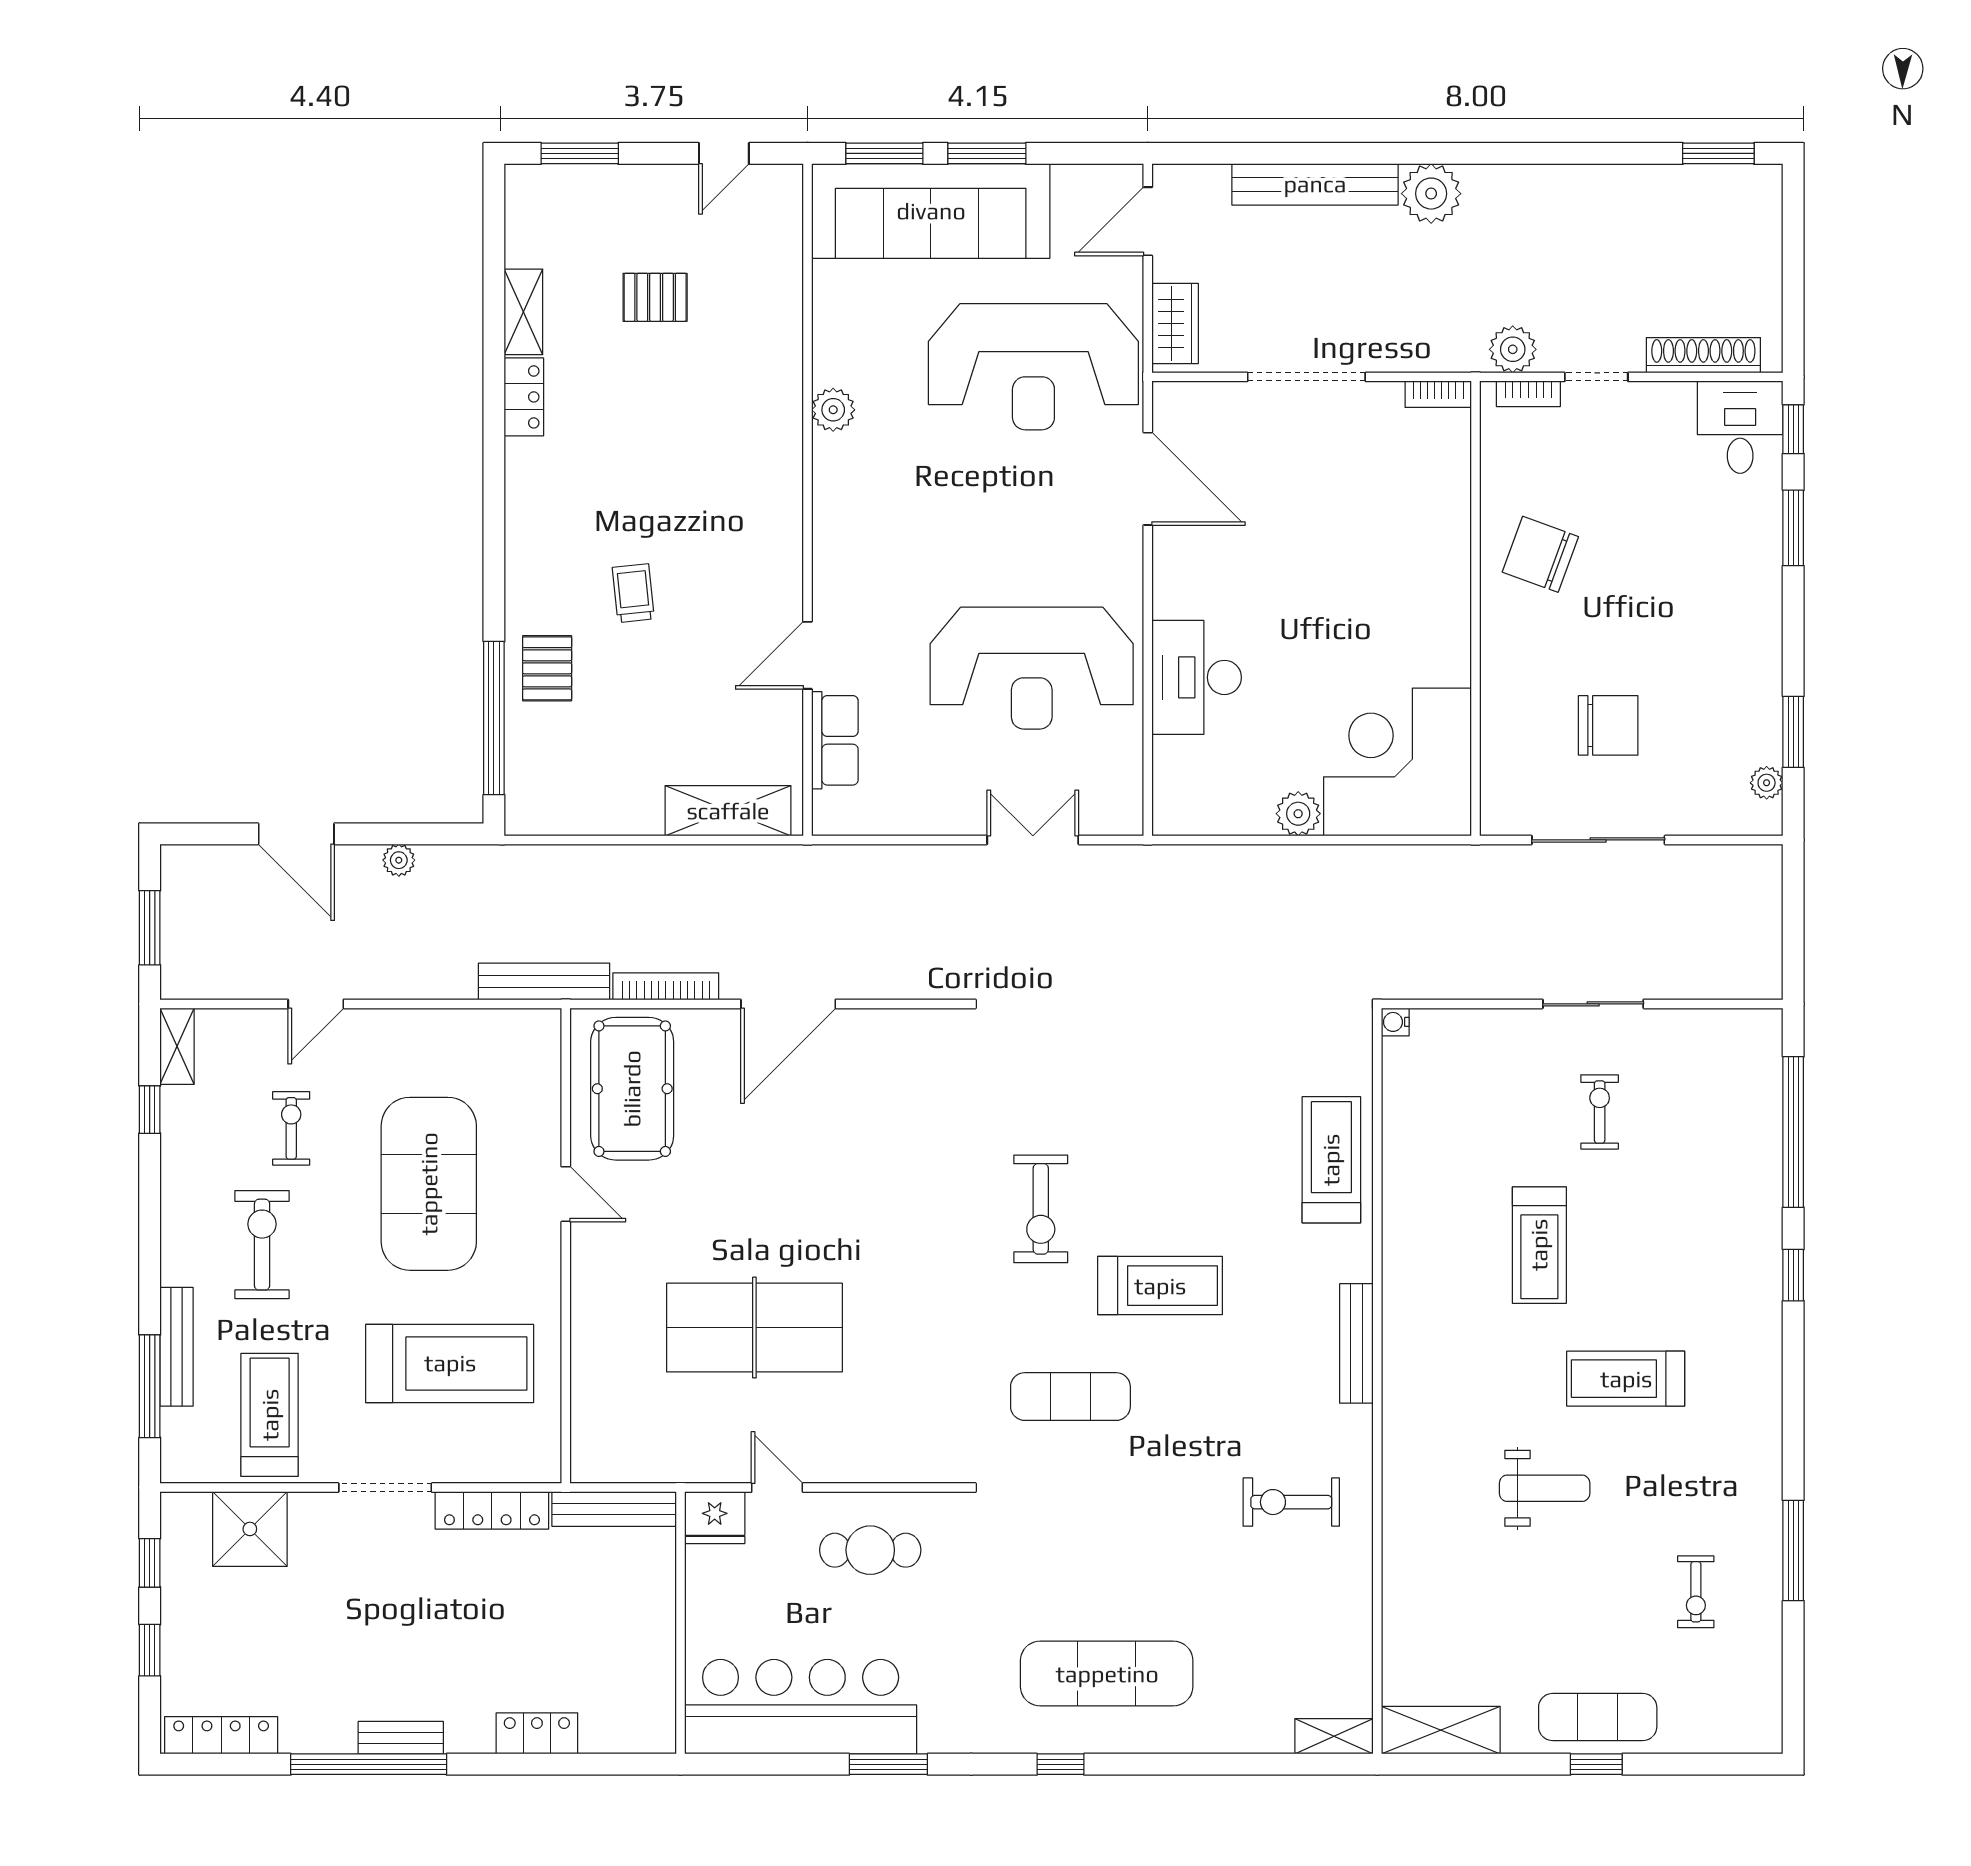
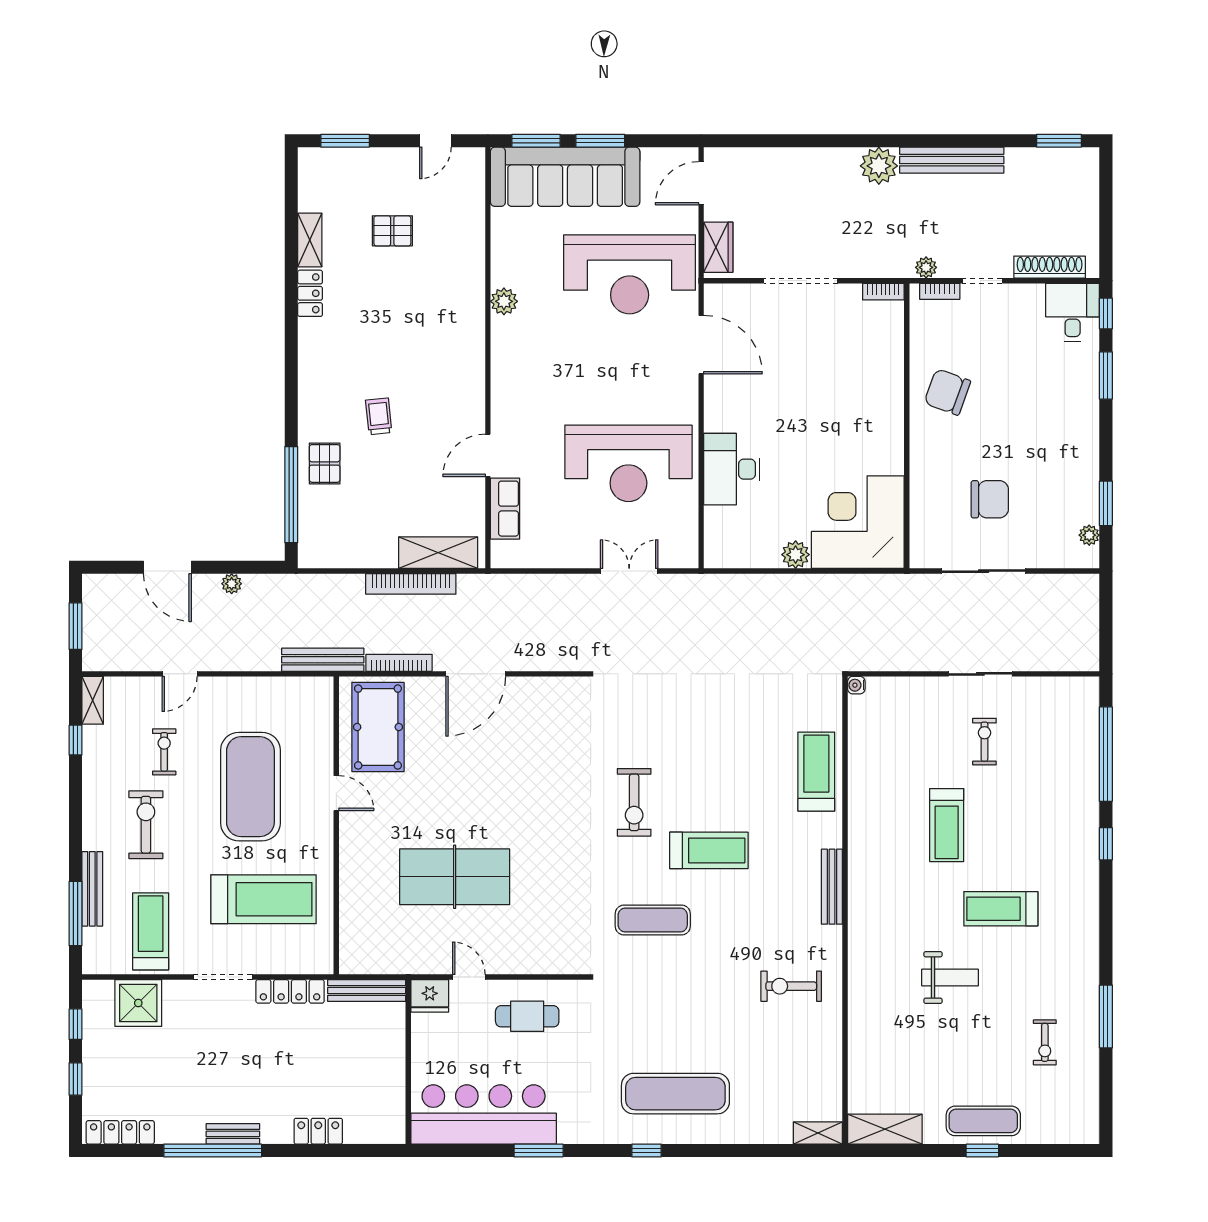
bench: (1315, 184) -> (952, 160), moved
plant: (1513, 349) -> (926, 267), width x0.73, depth x0.73
bookcase: (685, 860) -> (411, 584), added

